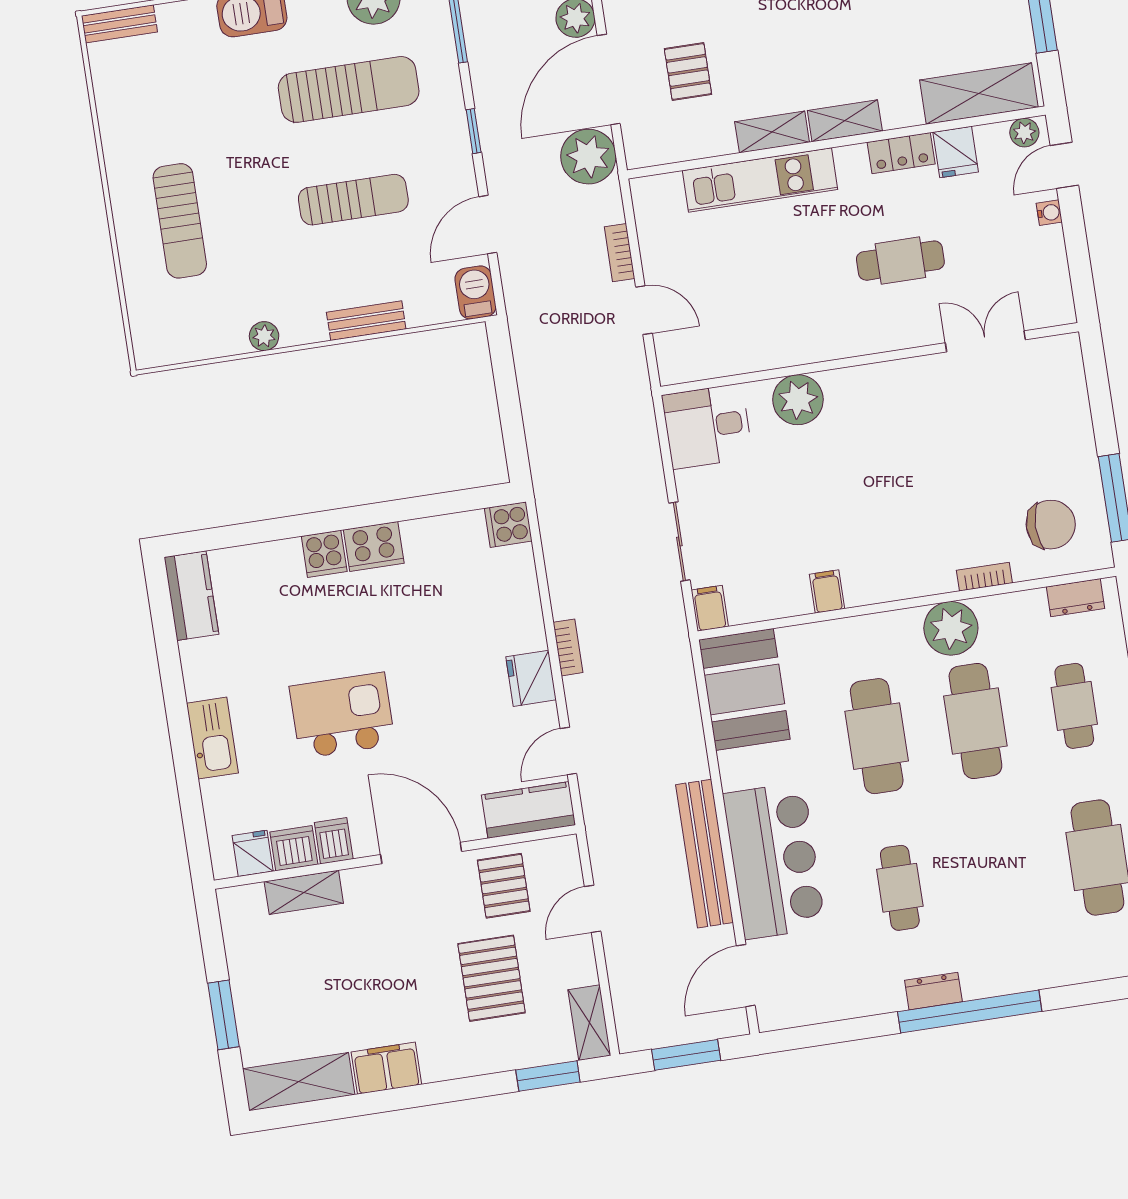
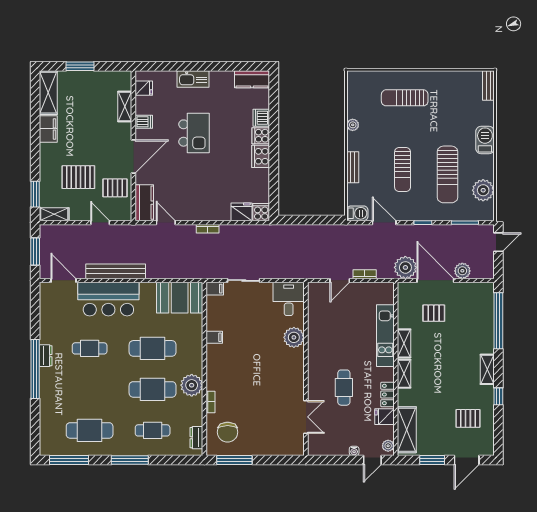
door: (1064, 165) -> (372, 460), swing flipped
fridge: (531, 678) -> (241, 212), moved
dishwasher: (294, 848) -> (261, 118), moved, turned 180

